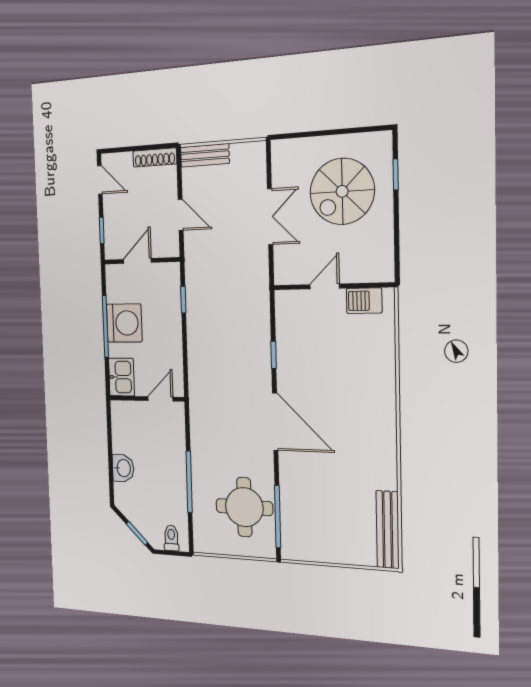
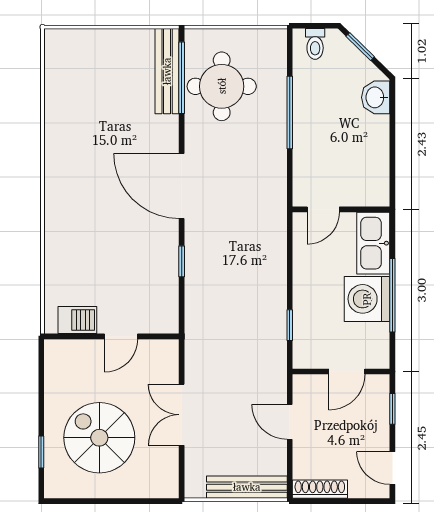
bench: (205, 155) -> (247, 487), width x1.36
spiral stairs: (342, 191) -> (99, 438), turned -90
kitchen sink: (122, 377) -> (373, 243), width x1.38
washbasin: (123, 468) -> (376, 97), moved
bench: (388, 530) -> (167, 71), moved

